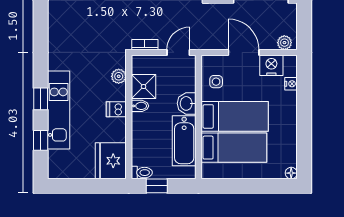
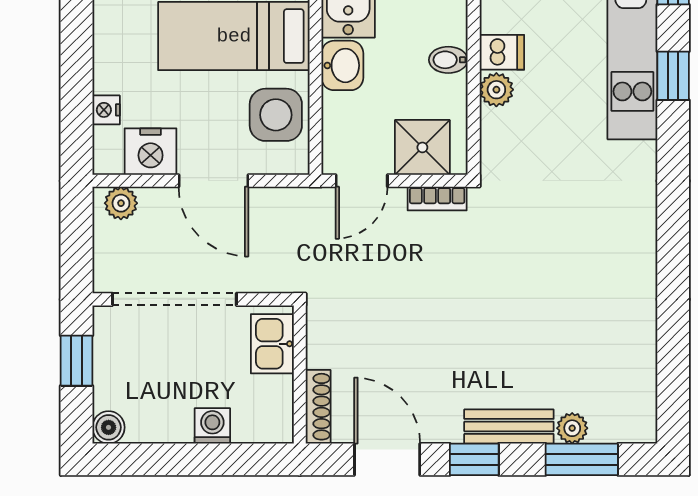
plant: (119, 76) -> (496, 90), moved
side table: (216, 82) -> (276, 115), width x1.87, depth x1.87
shower: (144, 87) -> (422, 147), moved

